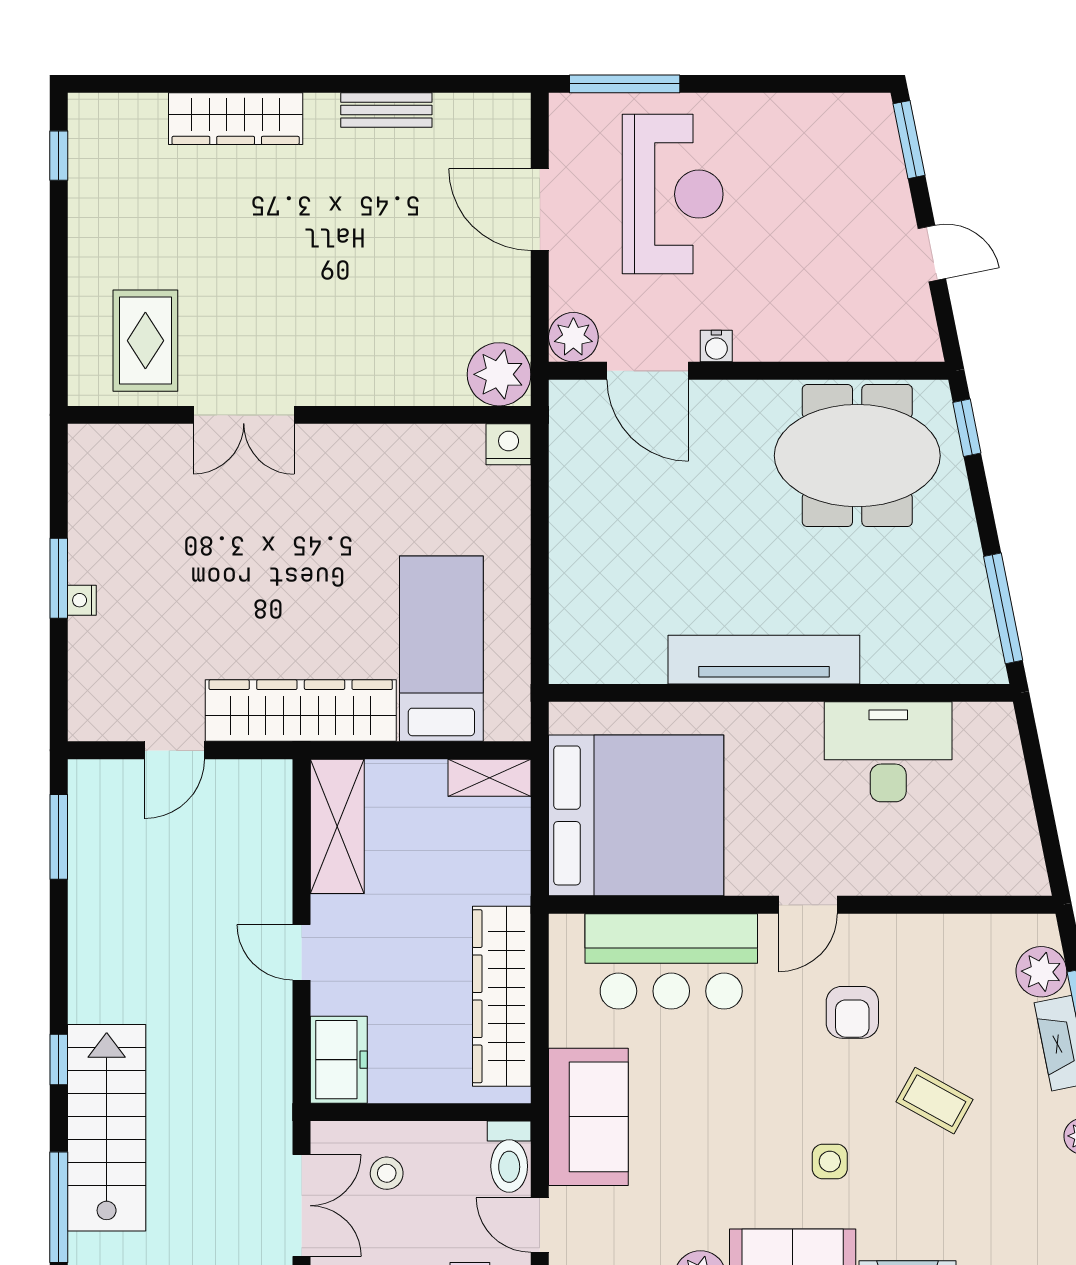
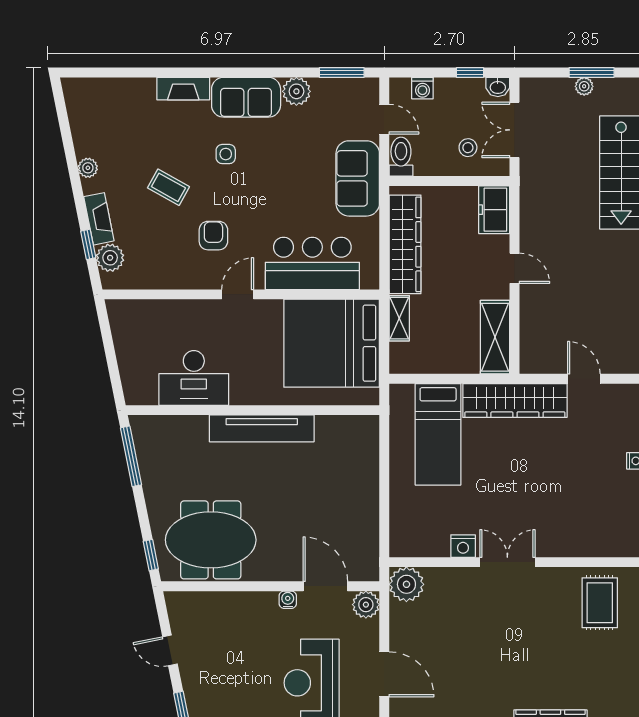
double door: (244, 415) -> (507, 562), moved
nightstand: (509, 444) -> (463, 546), moved
door: (175, 750) -> (584, 379), hinge flipped
shelving: (490, 778) -> (399, 318), moved, turned 90

